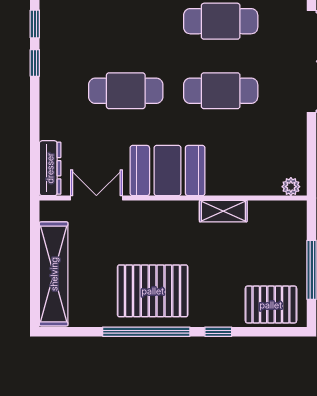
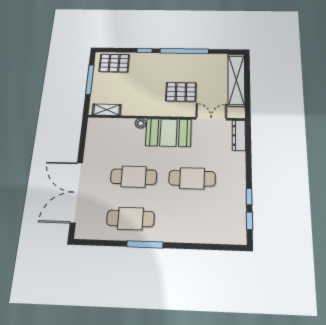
plant: (291, 187) -> (140, 123), moved
double door: (96, 198) -> (211, 119), swing flipped
shelving: (223, 211) -> (107, 110), moved
pallet: (153, 291) -> (181, 92), moved, width x0.73, depth x0.71

